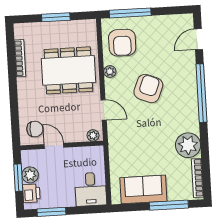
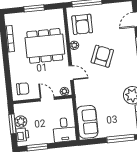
door: (54, 146) -> (47, 99), moved
sofa: (143, 189) -> (87, 122), moved, turned 90

